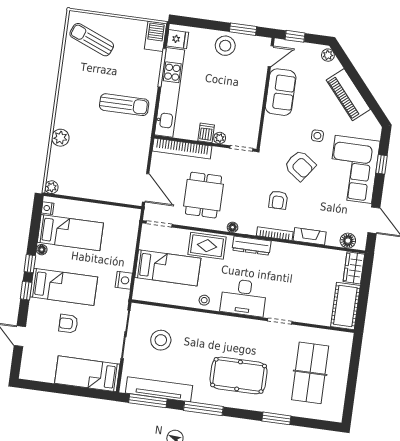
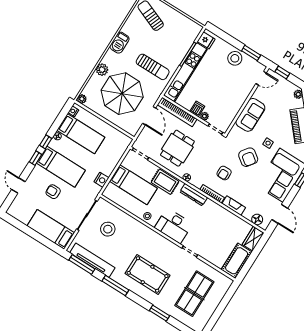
barbecue: (155, 36) -> (120, 43), moved, turned 180
sofa: (281, 92) -> (250, 115), moved
parasol: (100, 157) -> (122, 94), added
door: (146, 188) -> (149, 116), moved

